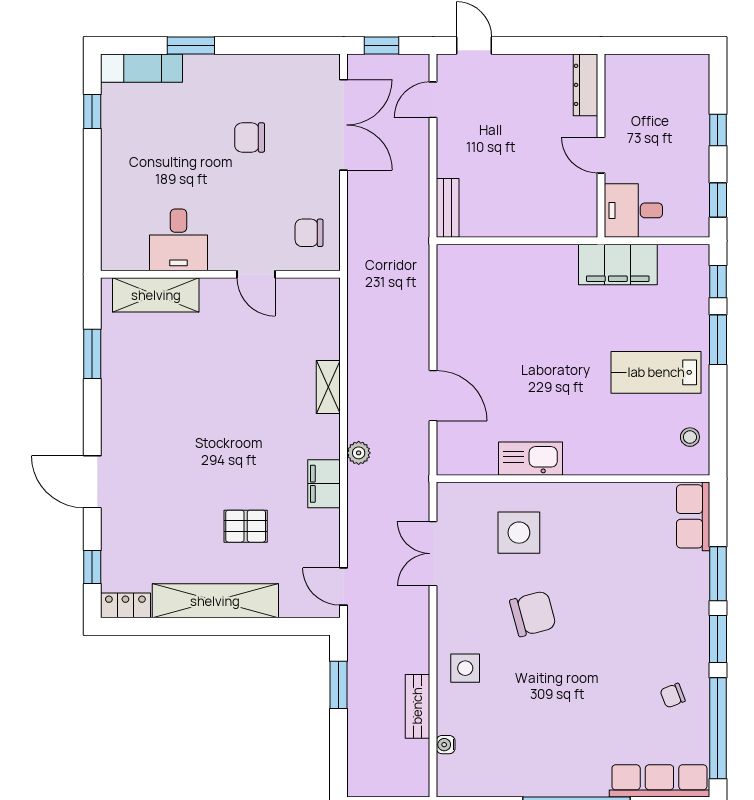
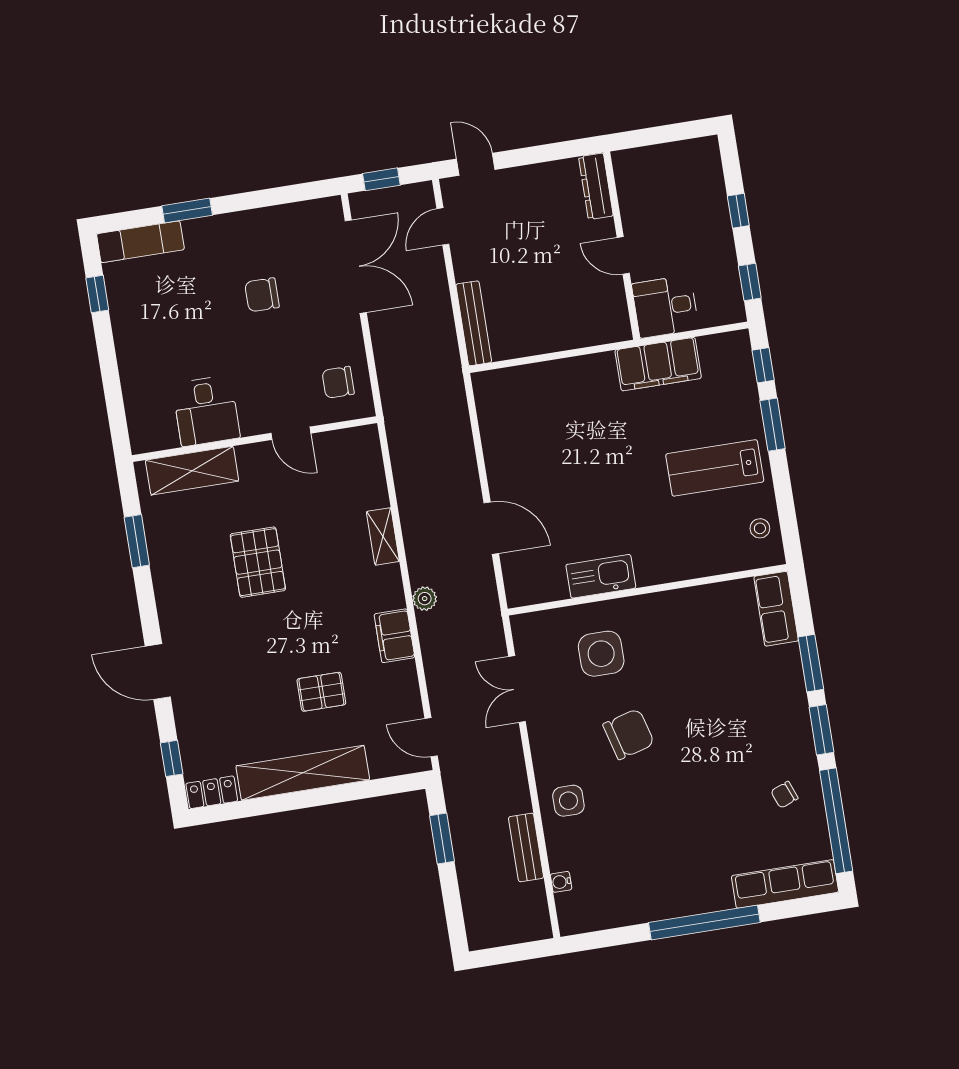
bench: (448, 208) -> (474, 323), width x1.36
pallet: (205, 392) -> (258, 562), added

